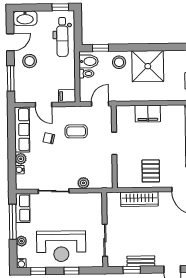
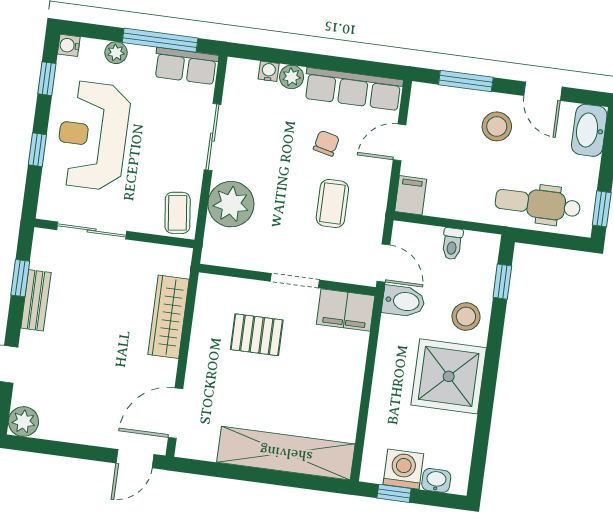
bidet: (89, 61) -> (403, 301), moved, turned -90
filing cabinet: (148, 114) -> (346, 310), moved, turned -90
pallet: (151, 171) -> (257, 335), moved
plant: (83, 183) -> (231, 204), width x1.88, depth x1.88
coffee table: (91, 202) -> (178, 213), added

